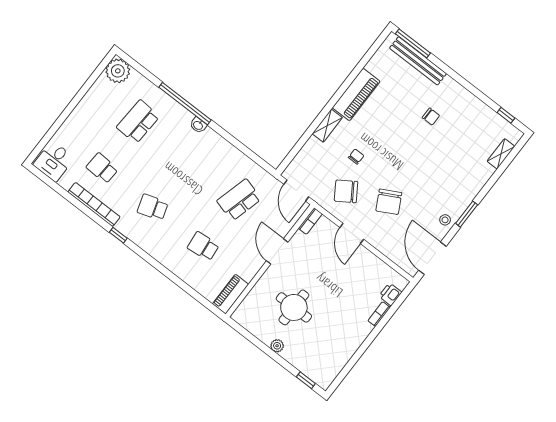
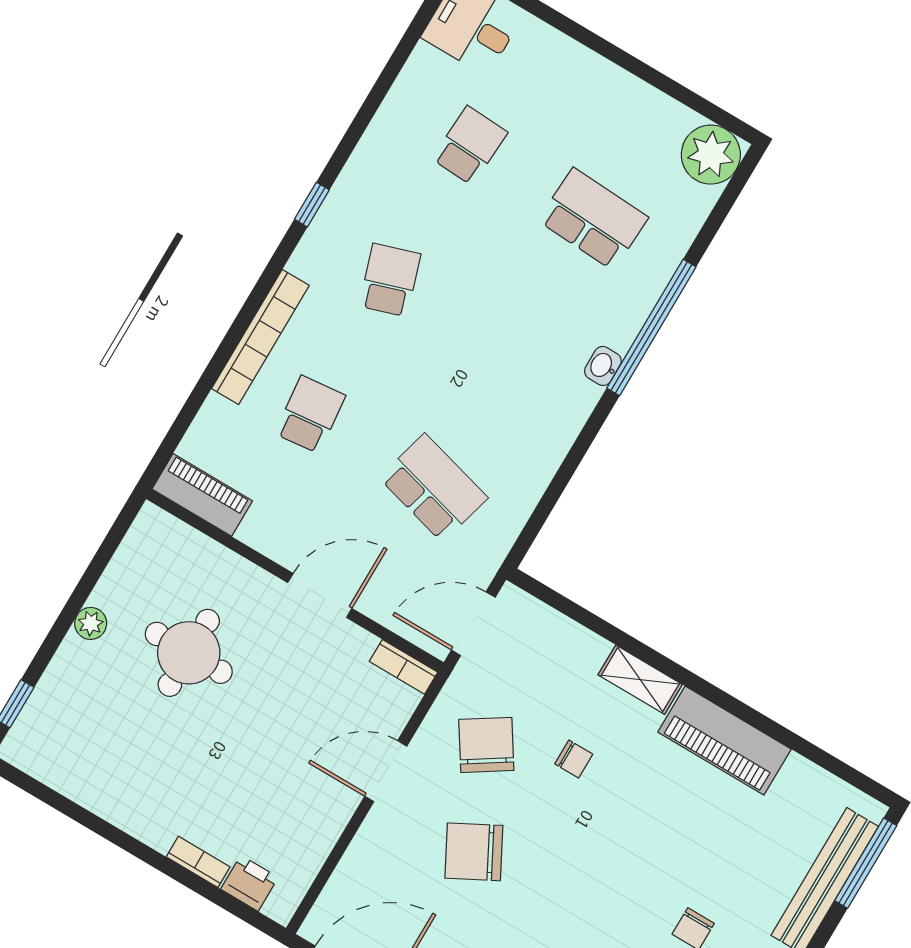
bookcase: (94, 204) -> (260, 337), moved

